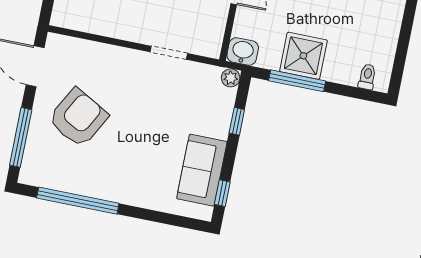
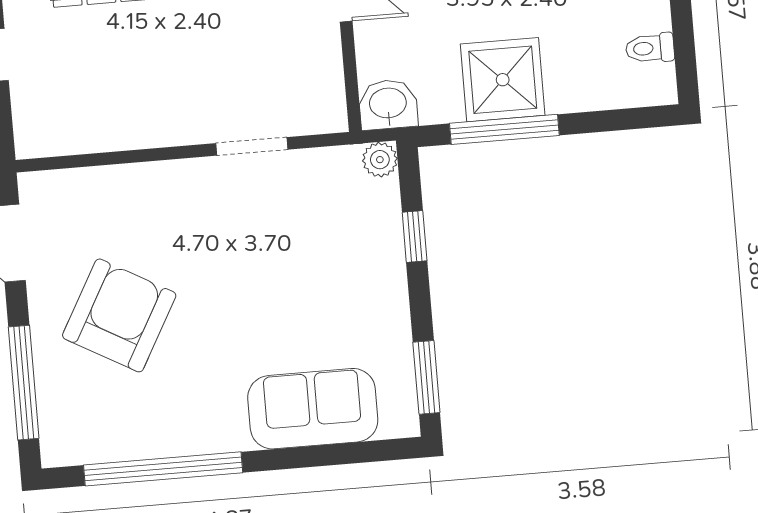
toilet: (367, 77) -> (650, 48), moved, turned -90
sofa: (202, 170) -> (313, 409), moved, turned 90
window: (222, 193) -> (426, 377), width x1.50

